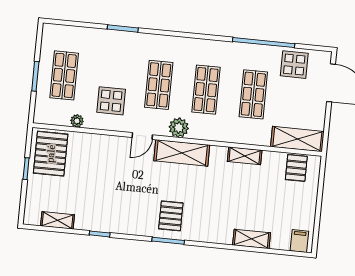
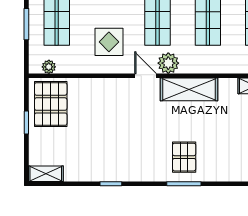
plant: (77, 121) -> (49, 67), moved
plant: (179, 128) -> (168, 63), moved
door: (142, 136) -> (146, 76), swing flipped
shelving: (57, 220) -> (46, 174), moved

